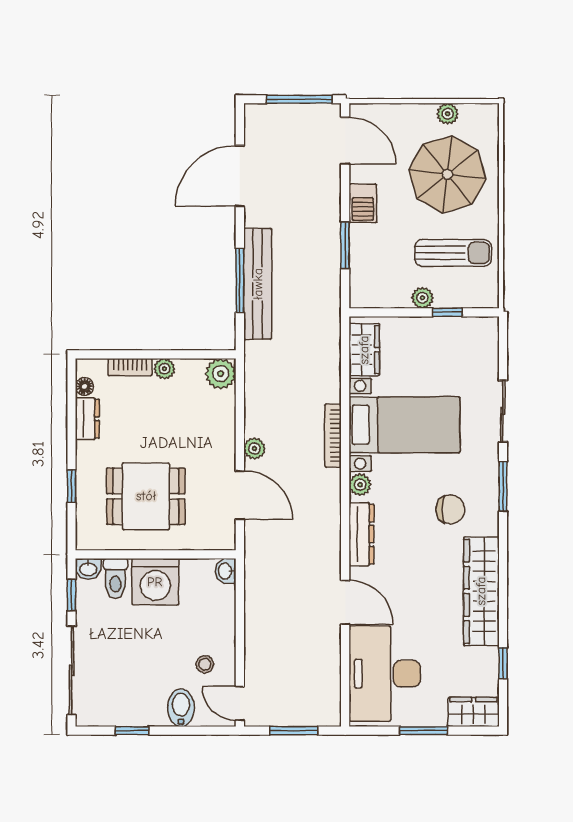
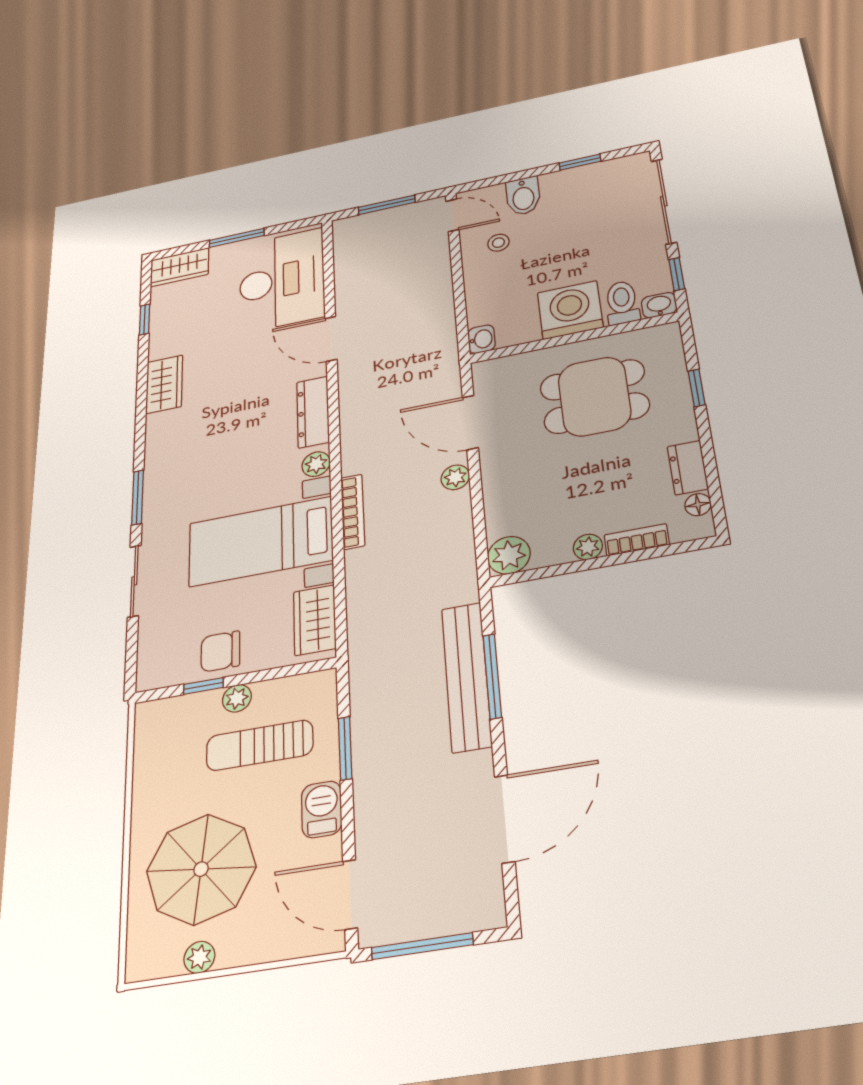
sun lounger: (453, 253) -> (260, 745), moved
chair: (451, 509) -> (220, 651), moved
wardrobe: (481, 591) -> (164, 384), width x0.48, depth x0.85

